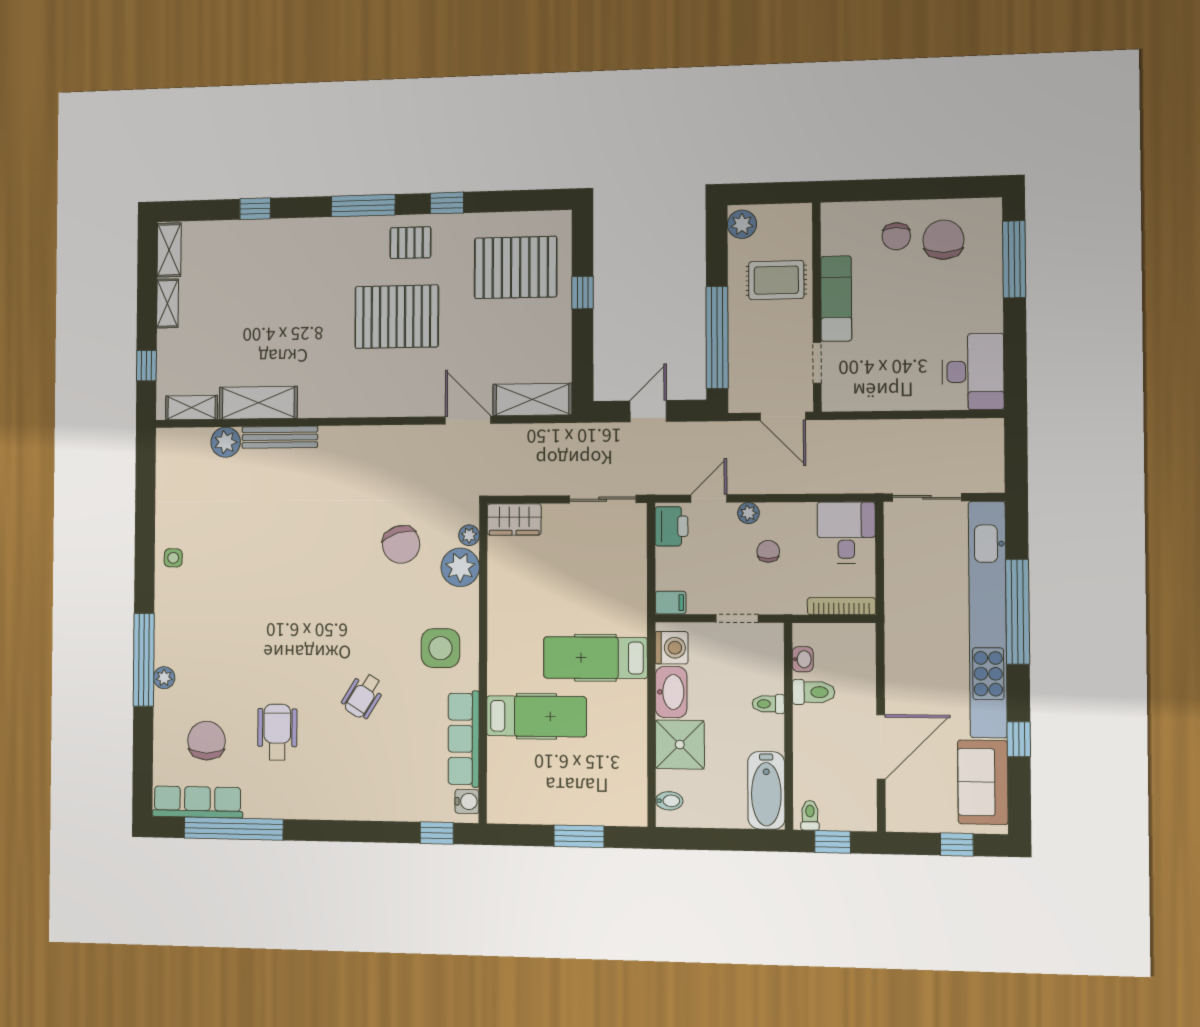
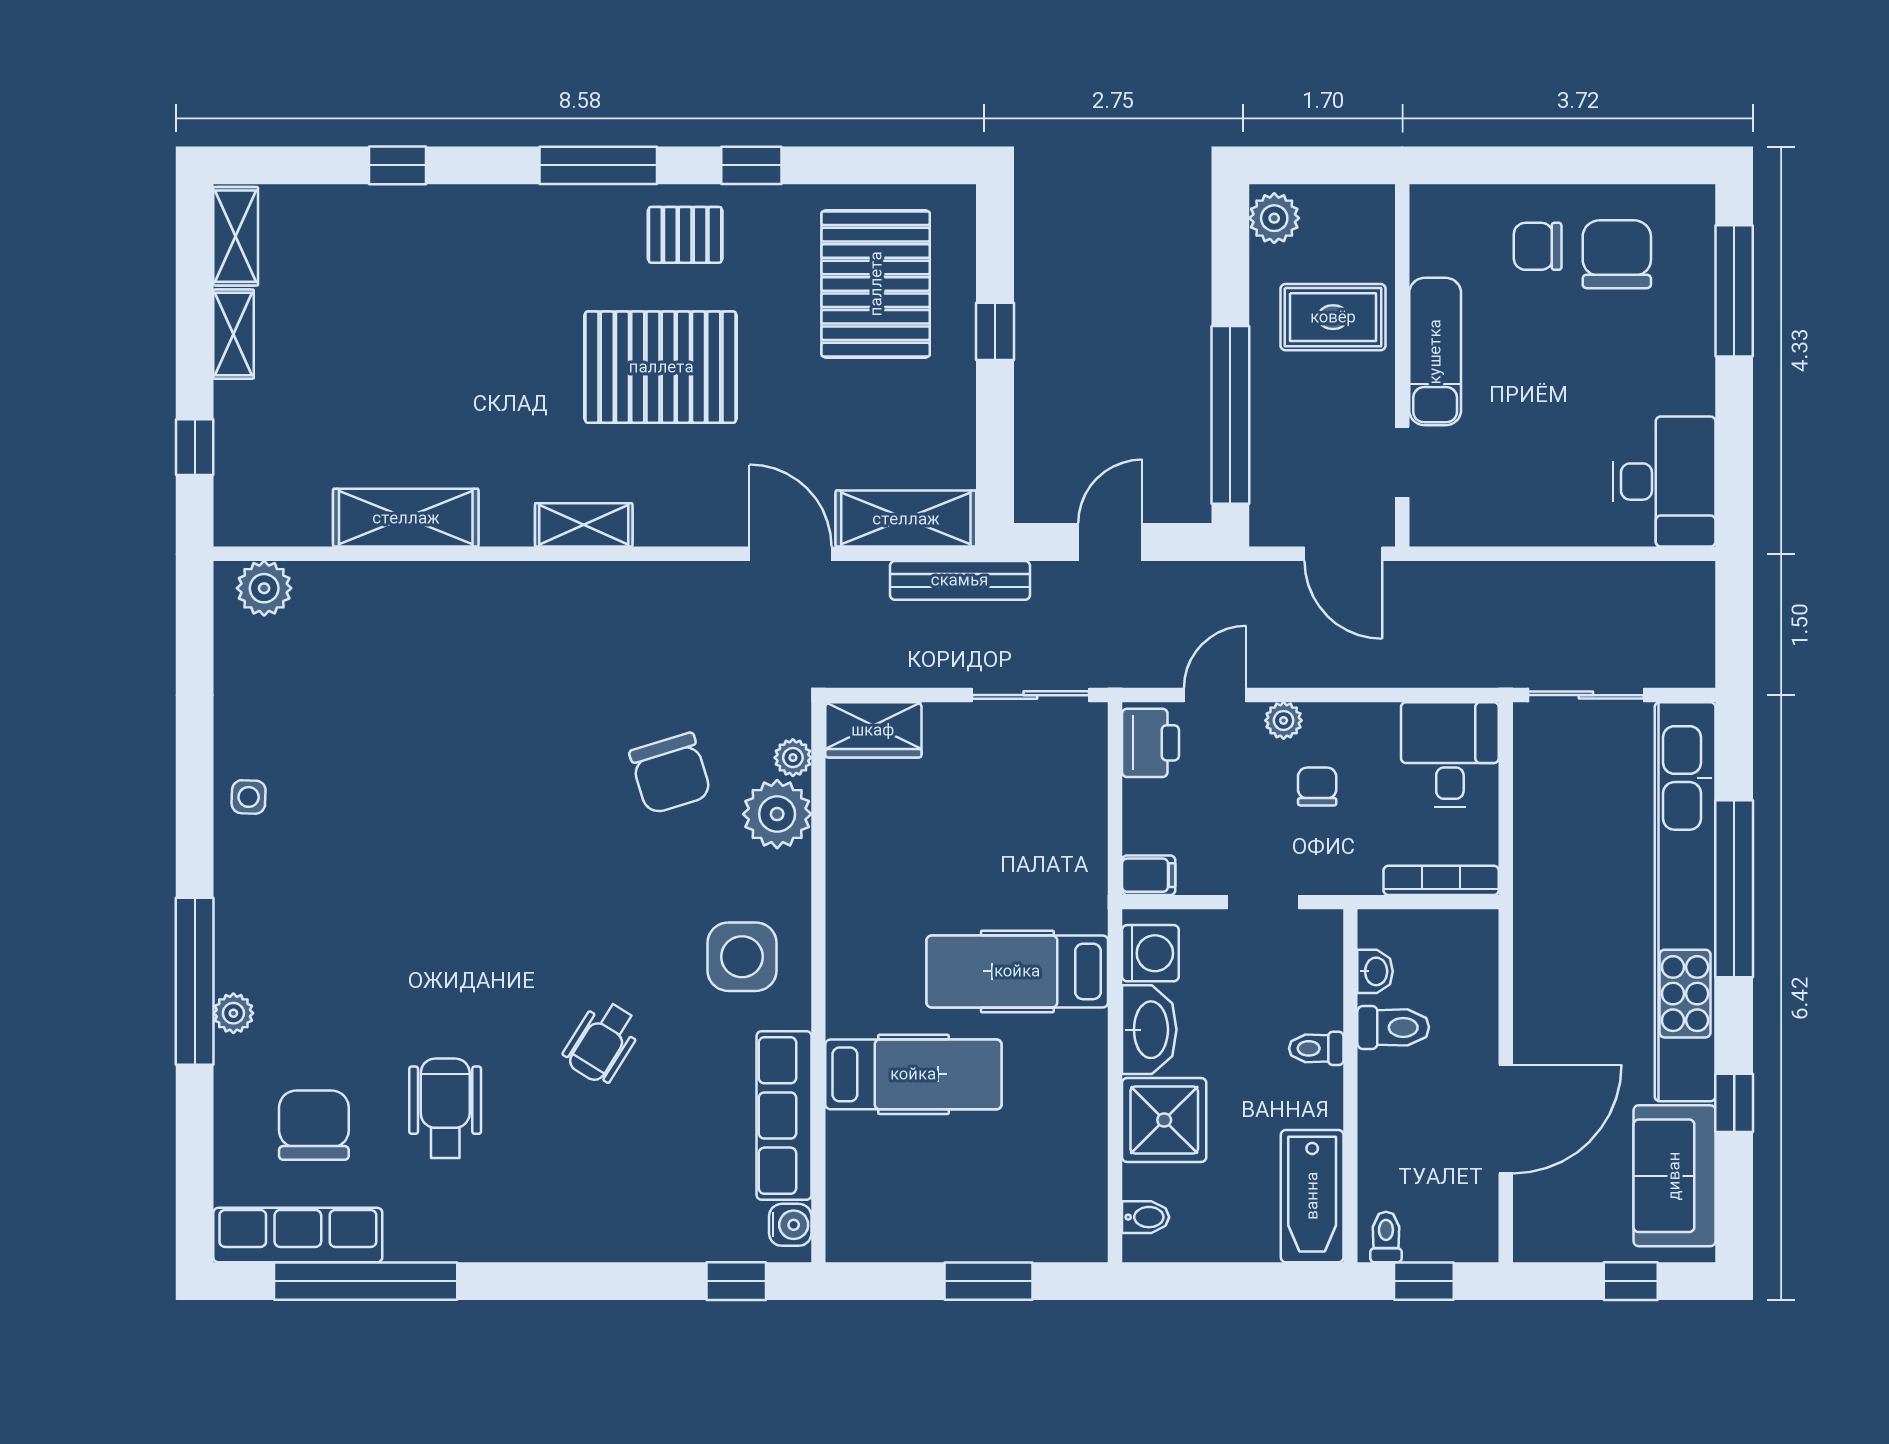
chair: (896, 236) -> (1538, 246), turned 90
pallet: (516, 267) -> (876, 284), turned 90
shelving: (192, 408) -> (584, 525), moved
bench: (280, 437) -> (960, 580), moved
plant: (226, 442) -> (264, 588), moved

